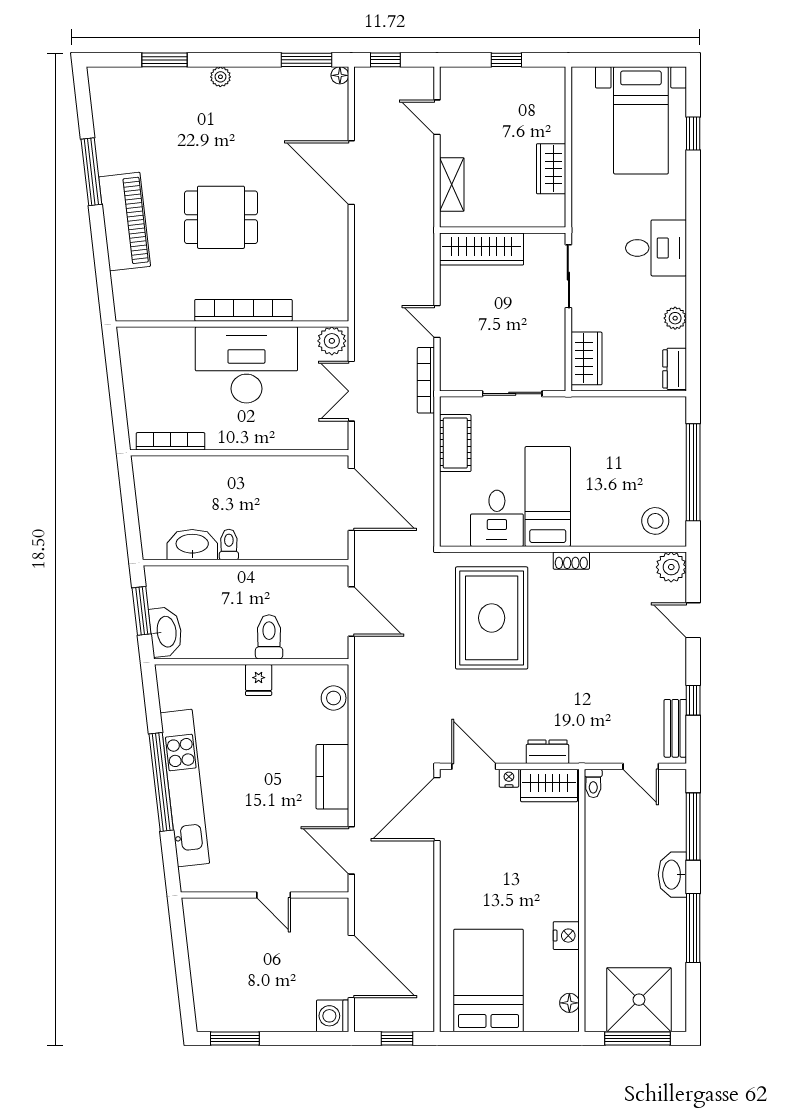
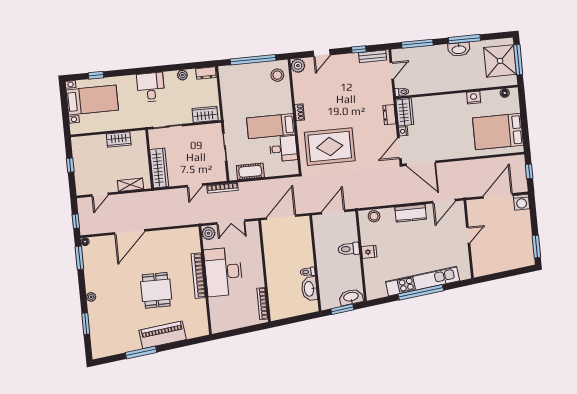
washbasin: (672, 875) -> (459, 49), moved

